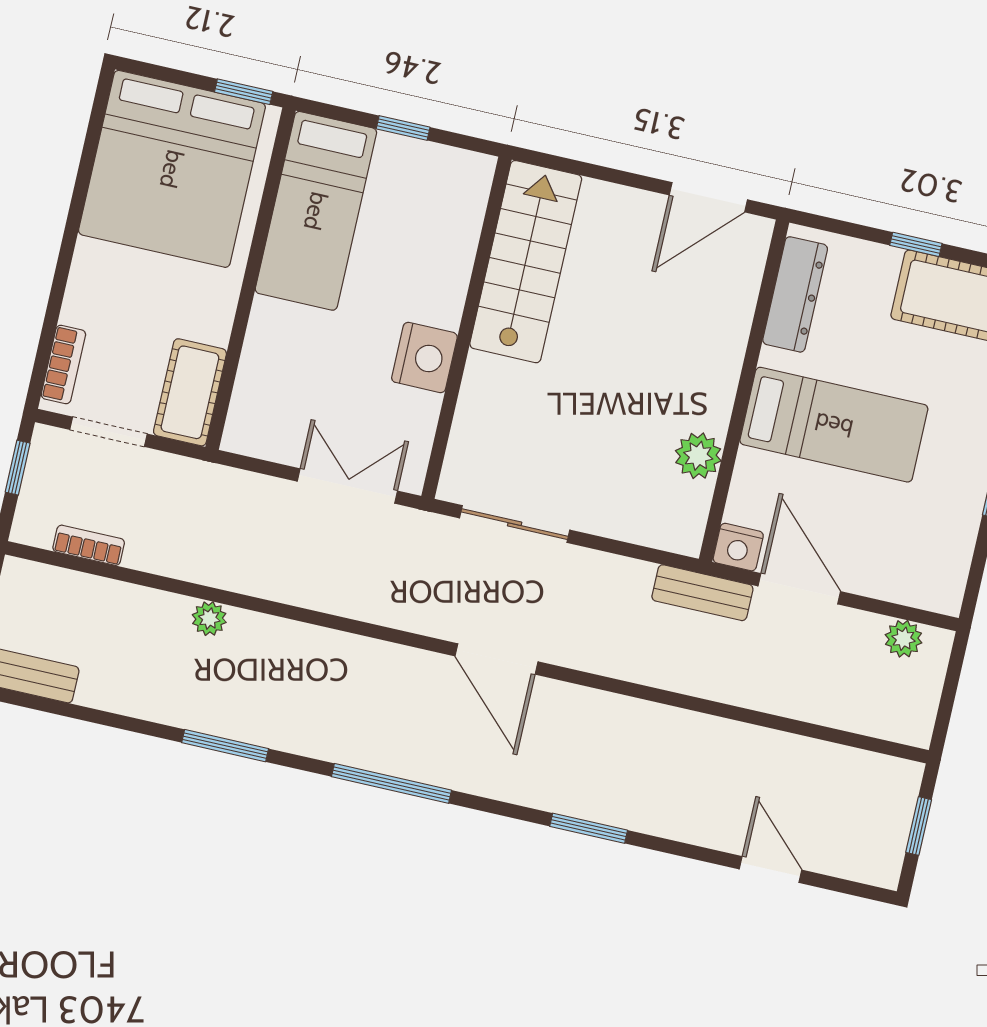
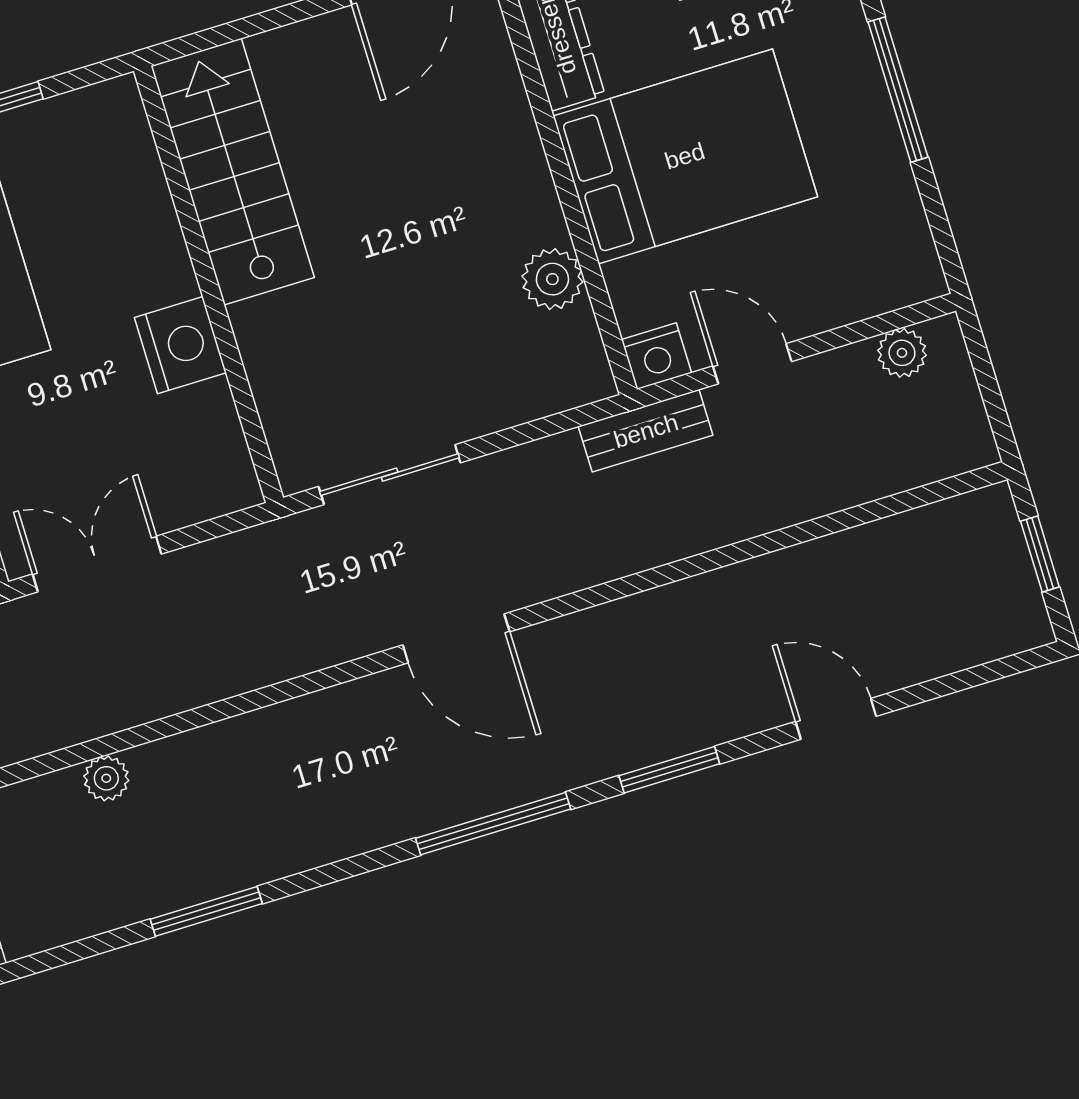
bed: (834, 425) -> (685, 156), width x1.50
double door: (347, 486) -> (97, 564), moved
door: (799, 589) -> (752, 364), width x0.73
window: (391, 783) -> (493, 824), moved
door: (771, 870) -> (836, 719), moved

